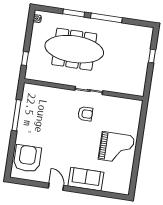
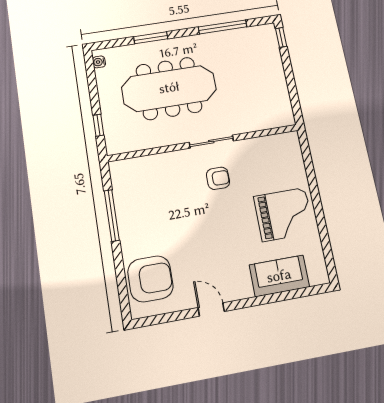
window: (106, 18) -> (223, 27), moved
window: (152, 56) -> (281, 37), moved
armchair: (27, 158) -> (150, 279), turned 90
sofa: (86, 179) -> (279, 276), moved

